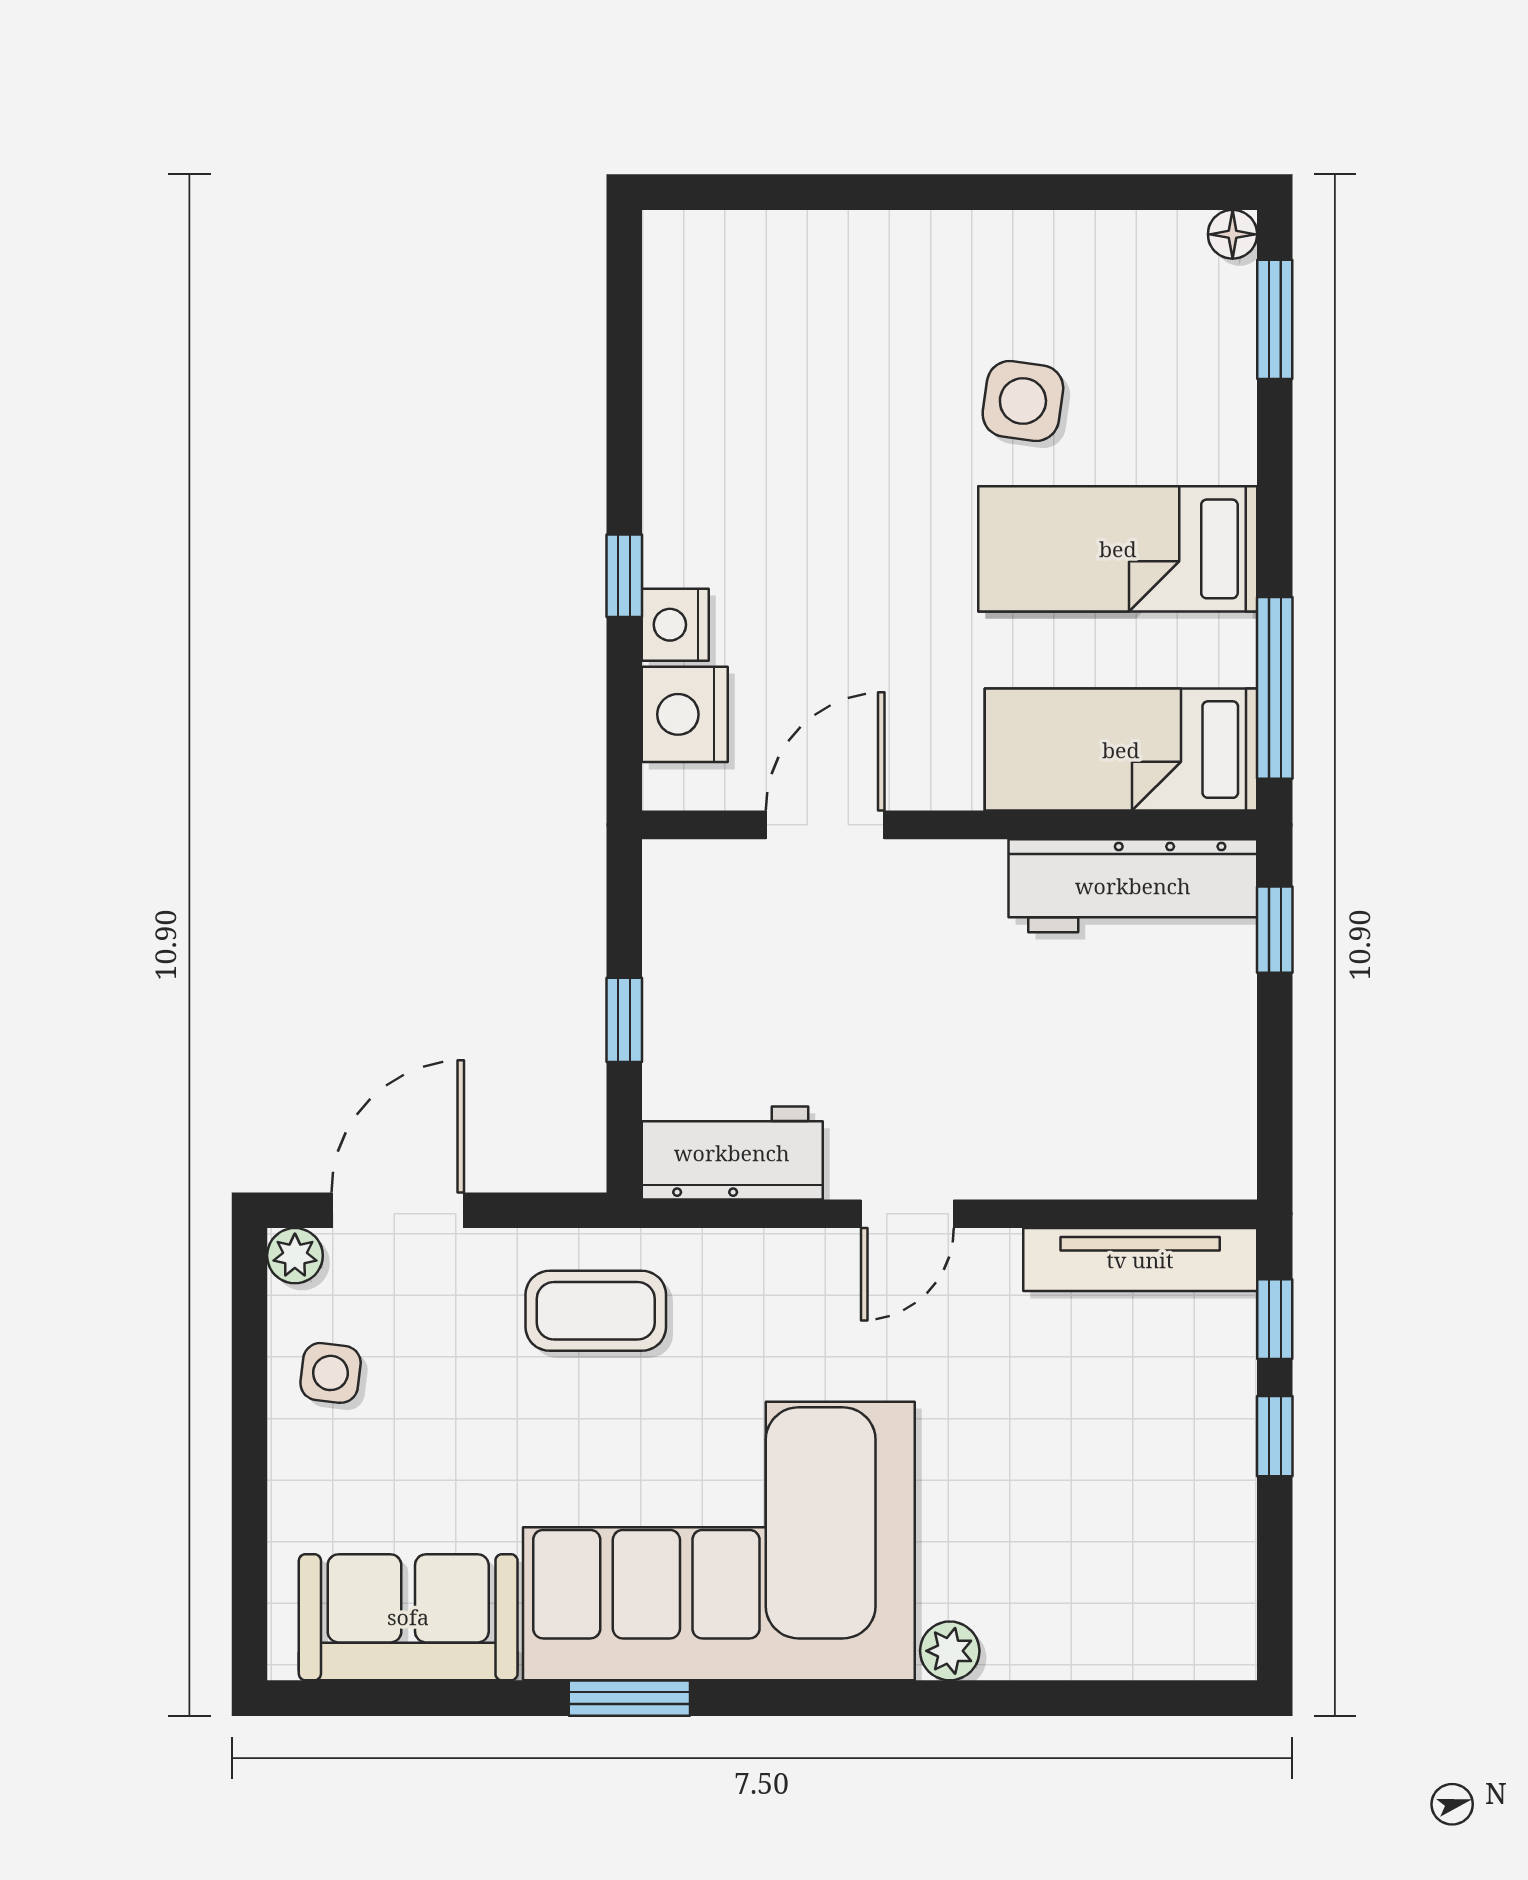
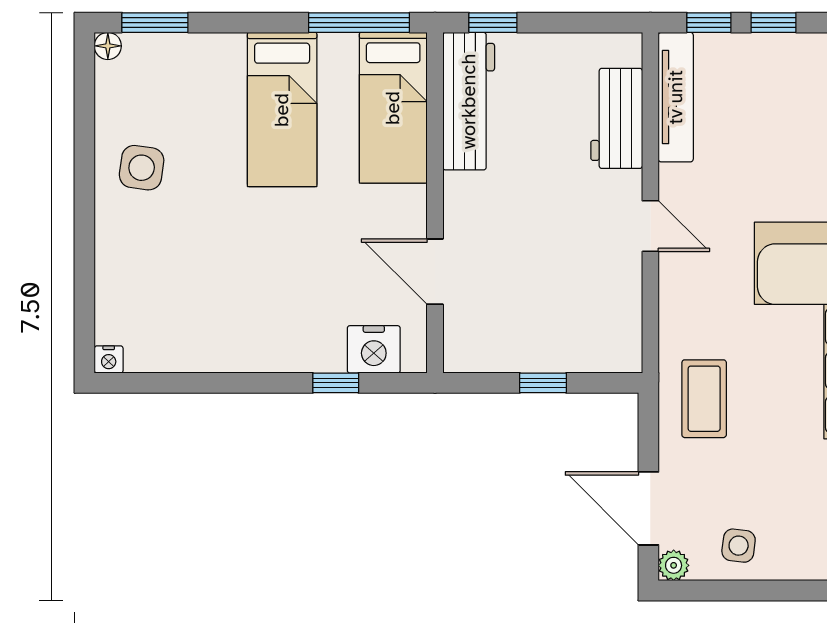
side table: (1023, 401) -> (142, 168), moved
window: (624, 576) -> (336, 383), moved
nightstand: (675, 625) -> (109, 359), moved, width x0.72, depth x0.74
workbench: (732, 1153) -> (617, 118), moved

